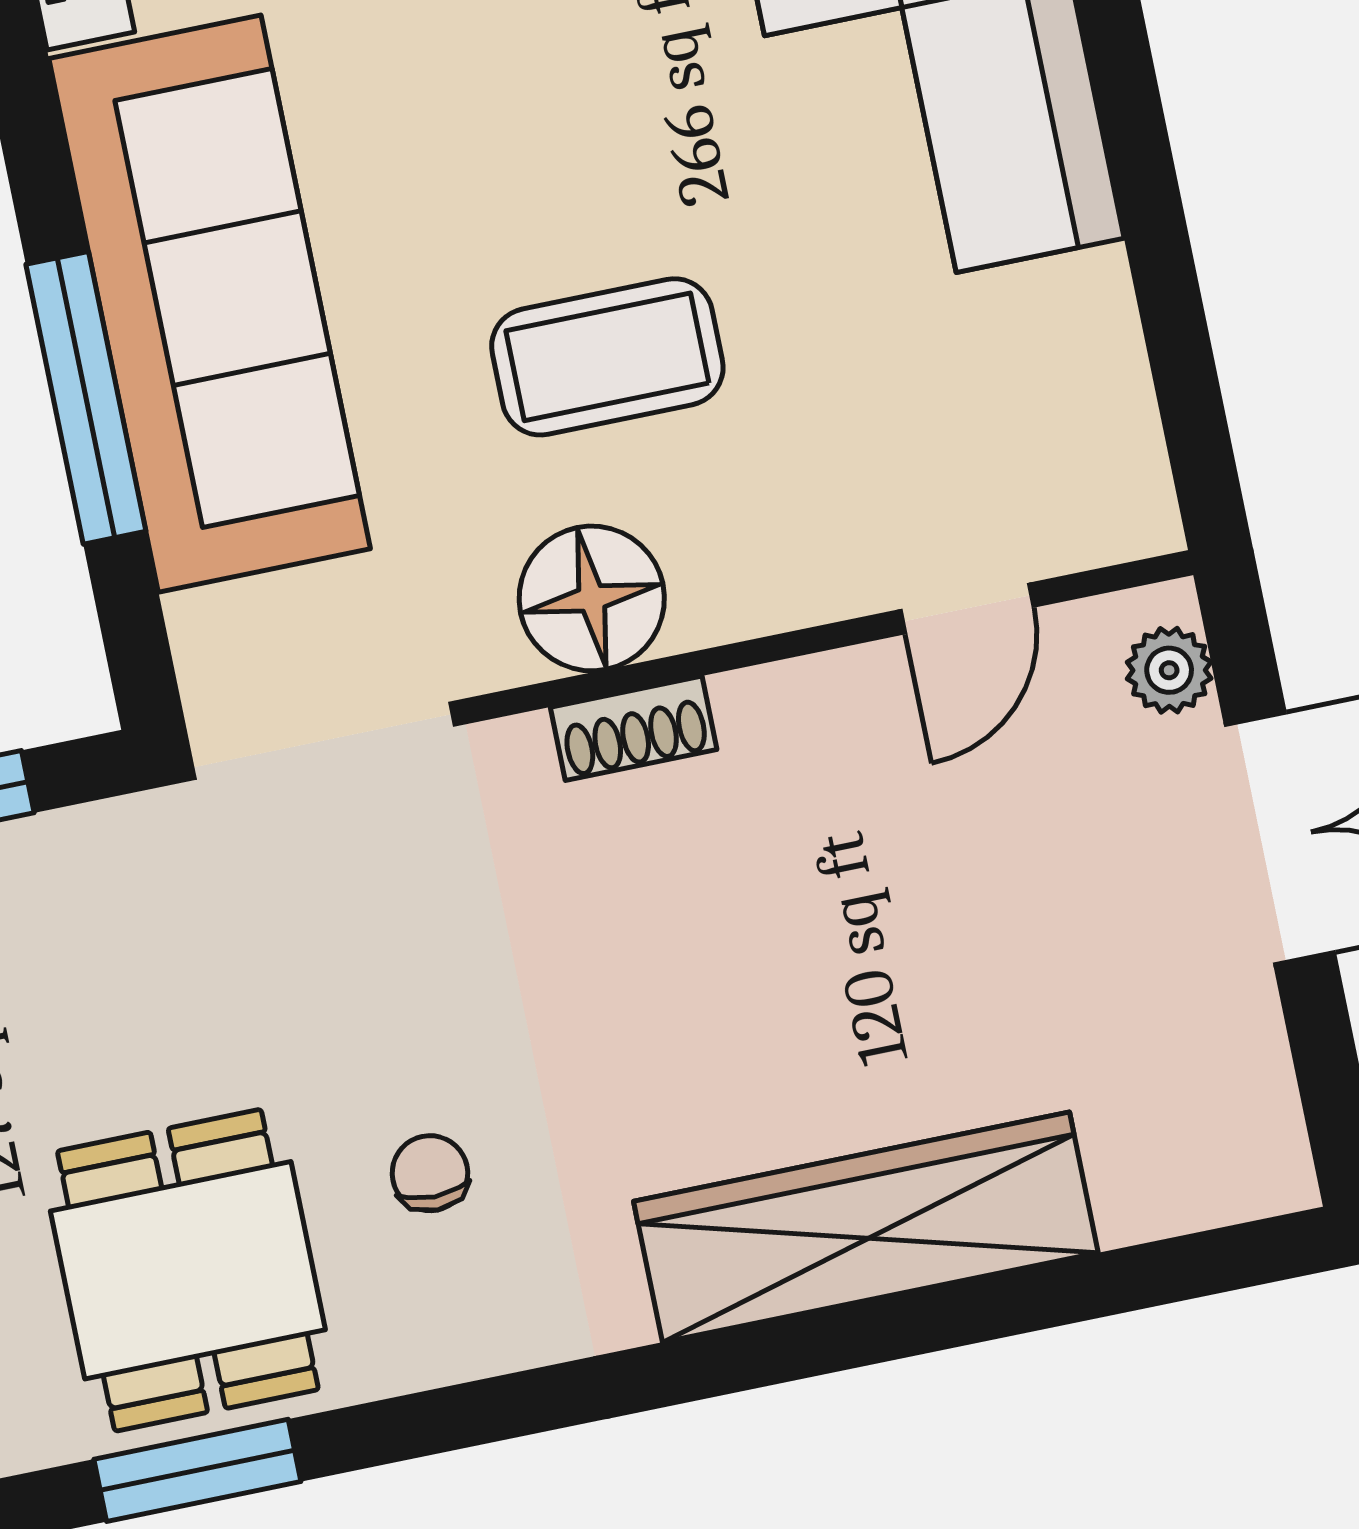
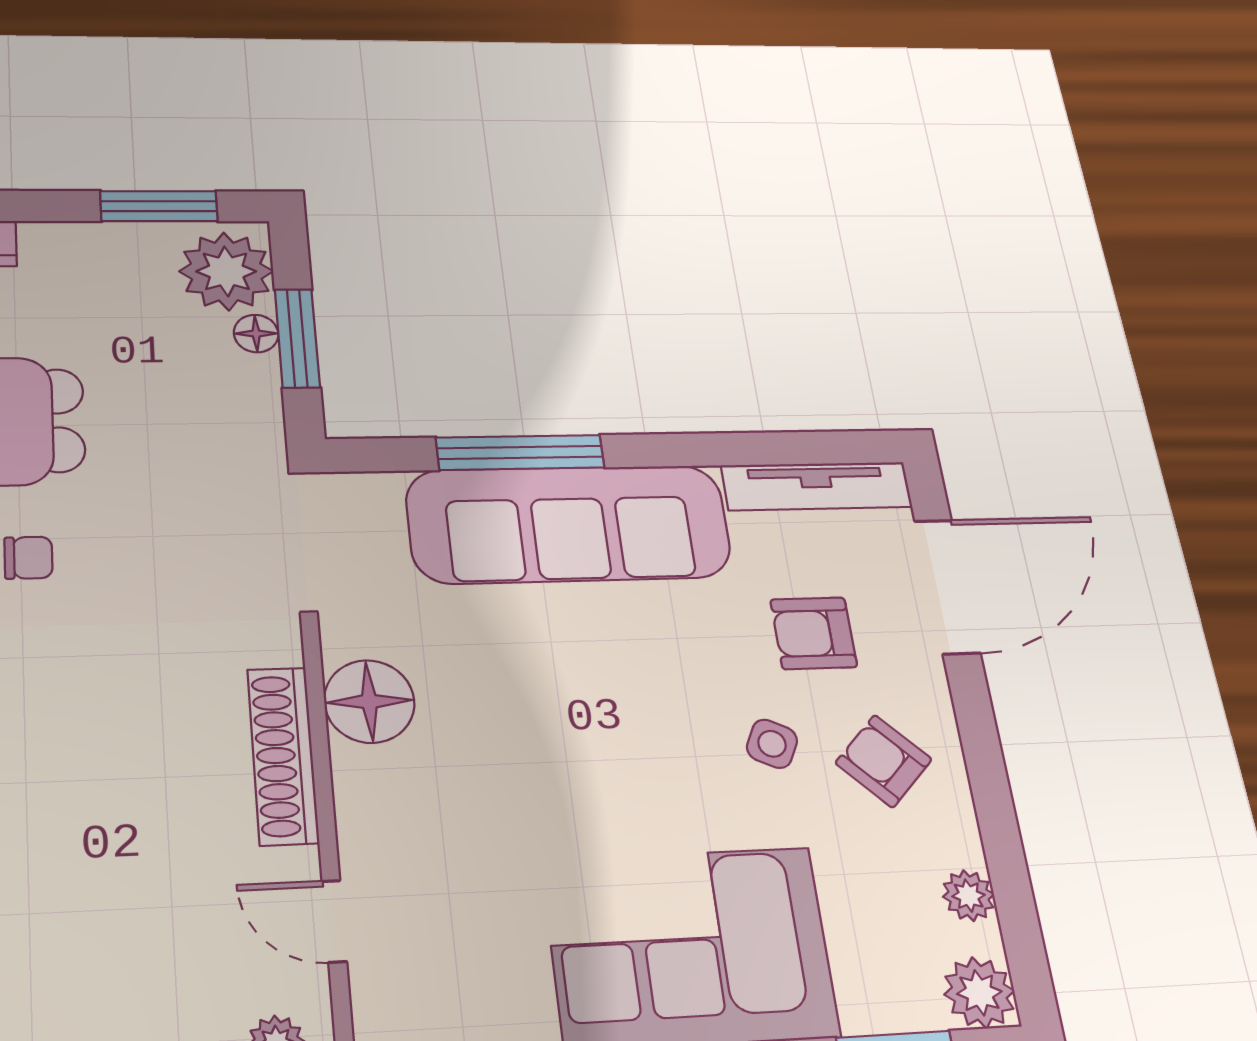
coffee table: (607, 357) -> (517, 733), removed
shoe rack: (634, 728) -> (283, 755), width x1.94, depth x1.24

